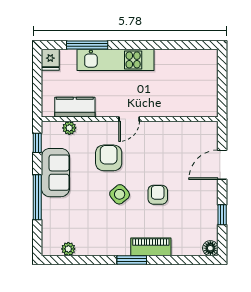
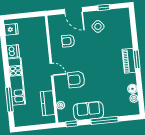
dishwasher: (165, 59) -> (13, 51), added
fridge: (50, 60) -> (11, 29), moved
side table: (120, 194) -> (98, 26), moved
armchair: (158, 195) -> (68, 41), moved
piano: (151, 247) -> (129, 61), moved
floor lamp: (210, 248) -> (132, 89), moved

